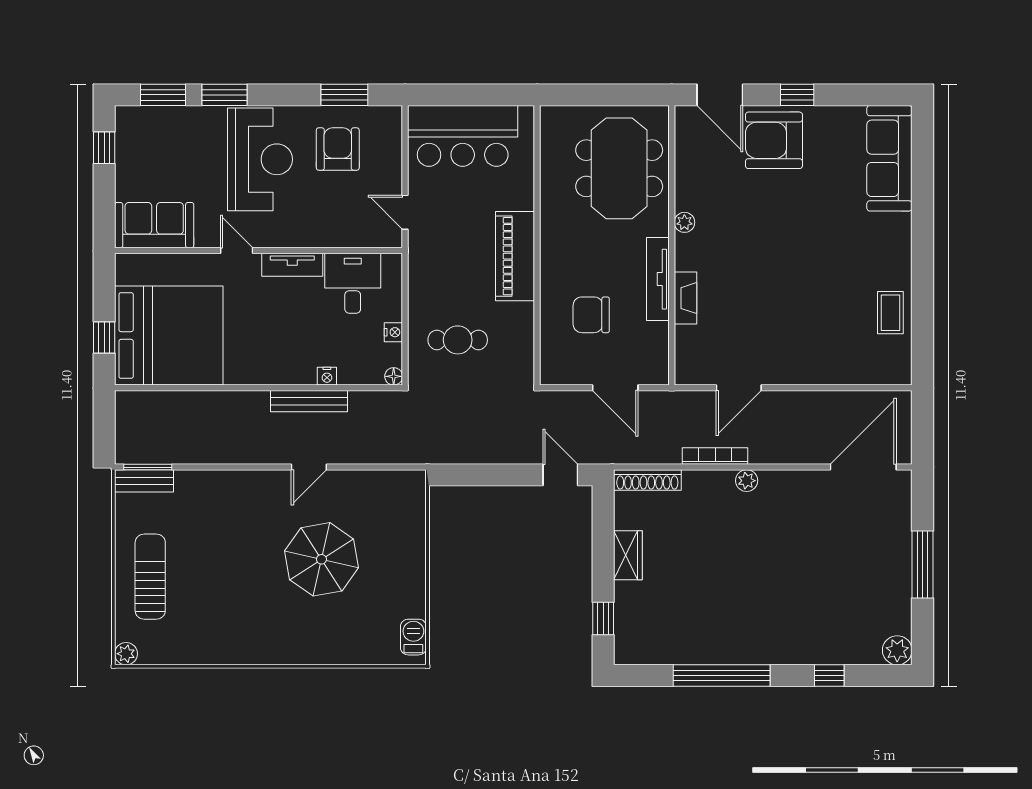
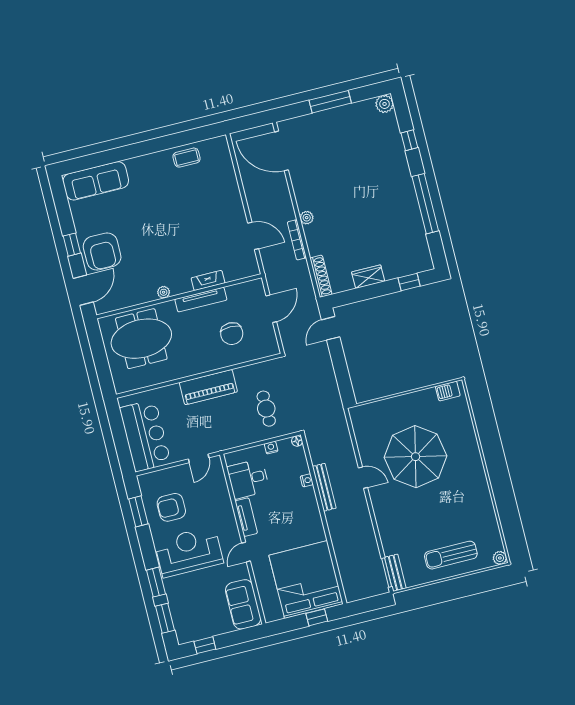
parasol: (321, 559) -> (416, 457), width x1.36, depth x1.36

